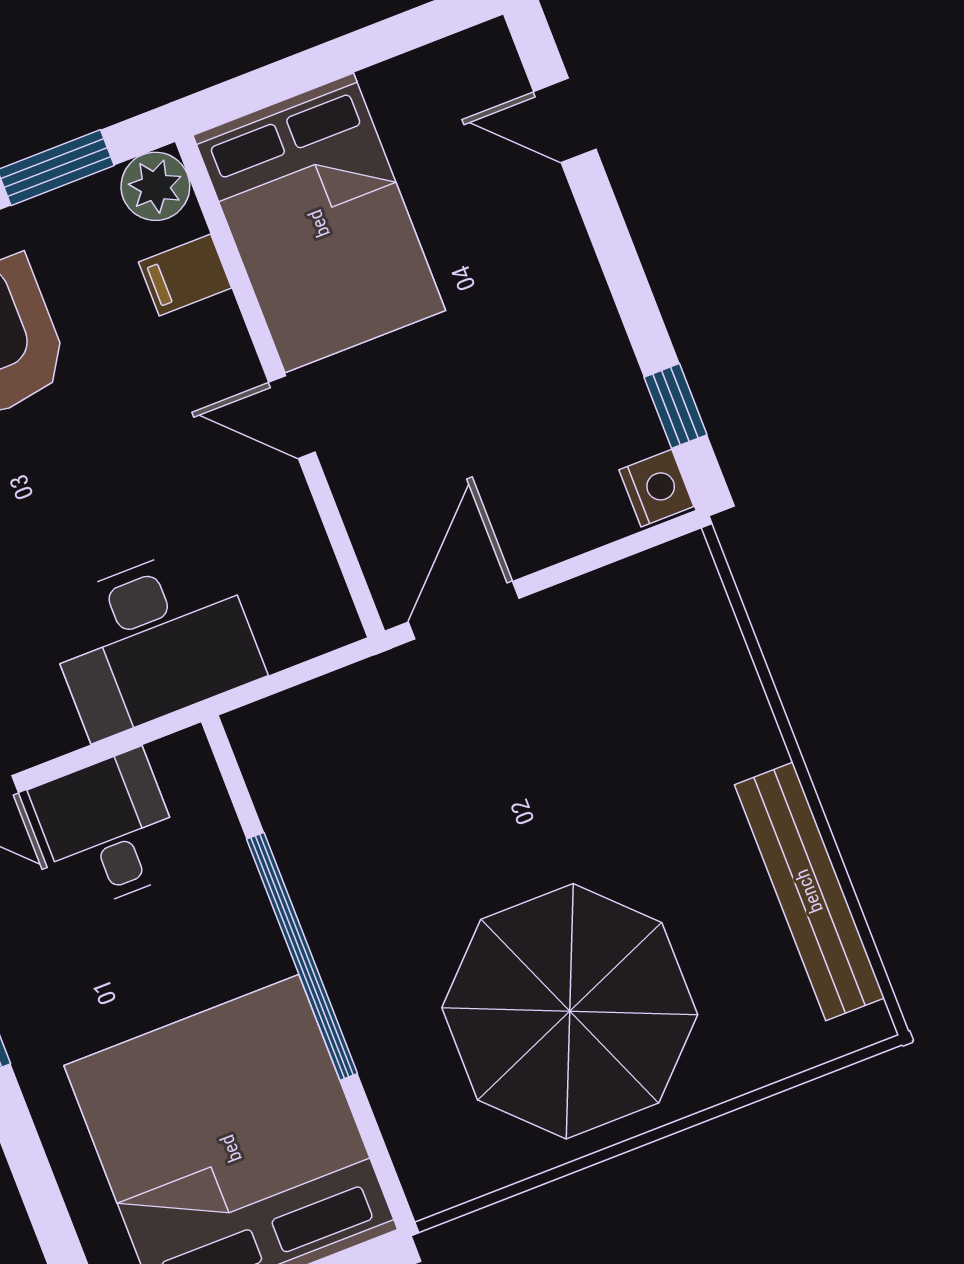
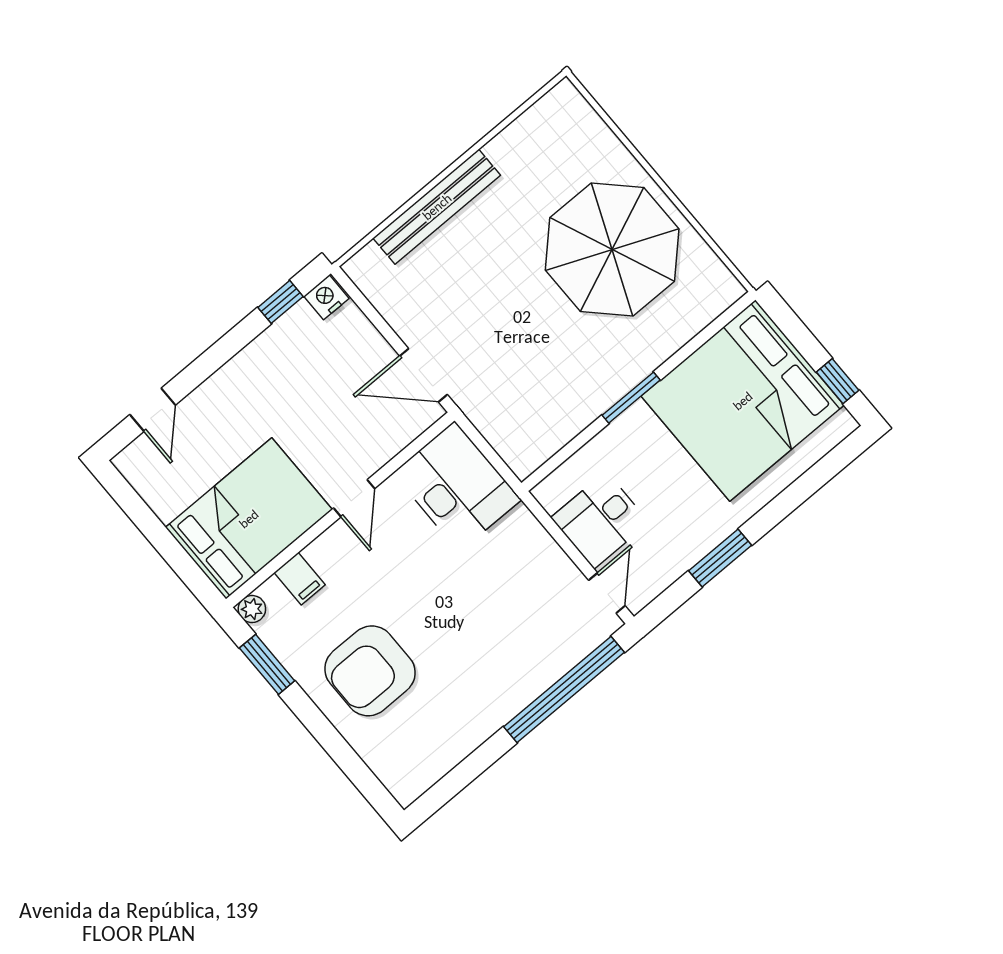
plant: (155, 186) -> (252, 609), width x0.73, depth x0.73
desk: (153, 640) -> (457, 486), moved
bench: (809, 891) -> (437, 207), moved
window: (302, 956) -> (631, 398), width x0.47

